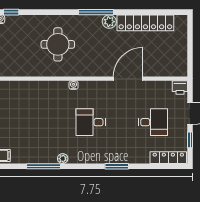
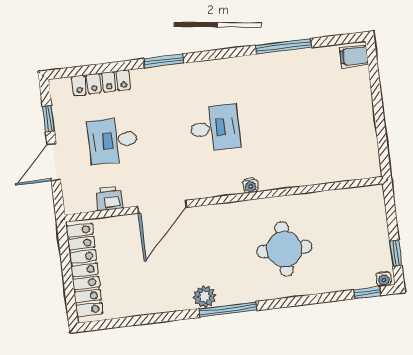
locker: (145, 23) -> (85, 270), moved, turned 90
printer: (180, 88) -> (109, 198), moved
locker: (168, 158) -> (101, 83), moved
plant: (63, 159) -> (254, 63), removed

